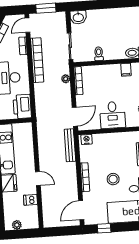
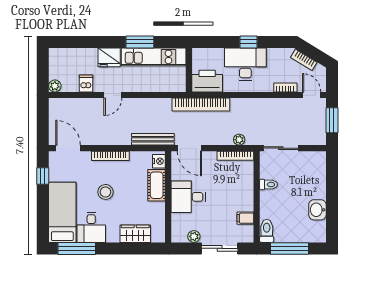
washbasin: (78, 17) -> (317, 210), moved
bookcase: (37, 60) -> (201, 105), moved
cot: (105, 140) -> (157, 185), added
plant: (17, 225) -> (55, 86), moved

